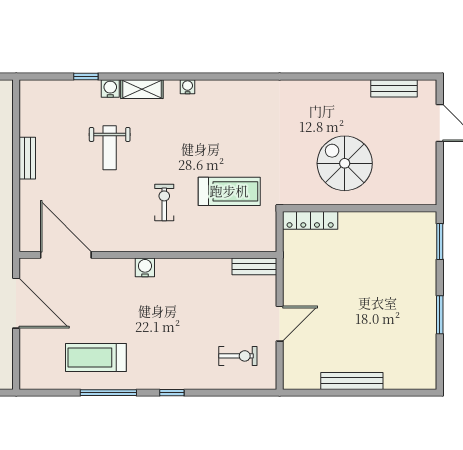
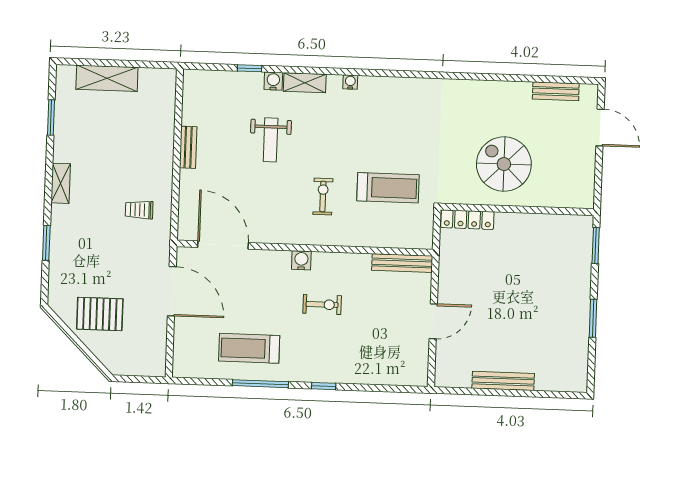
bench: (254, 266) -> (402, 263), width x1.36
exercise bike: (238, 356) -> (322, 304), moved

